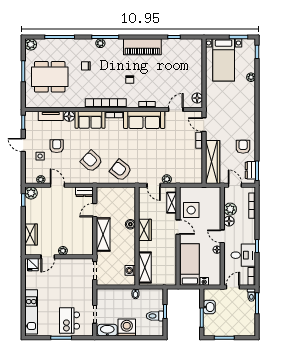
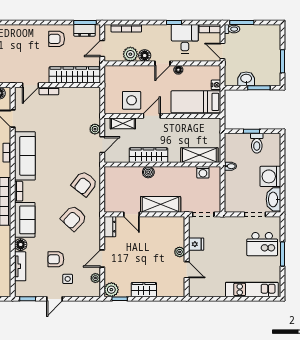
wardrobe: (145, 230) -> (149, 155), width x1.50
wardrobe: (31, 235) -> (144, 290), moved
fridge: (33, 265) -> (196, 244), moved

